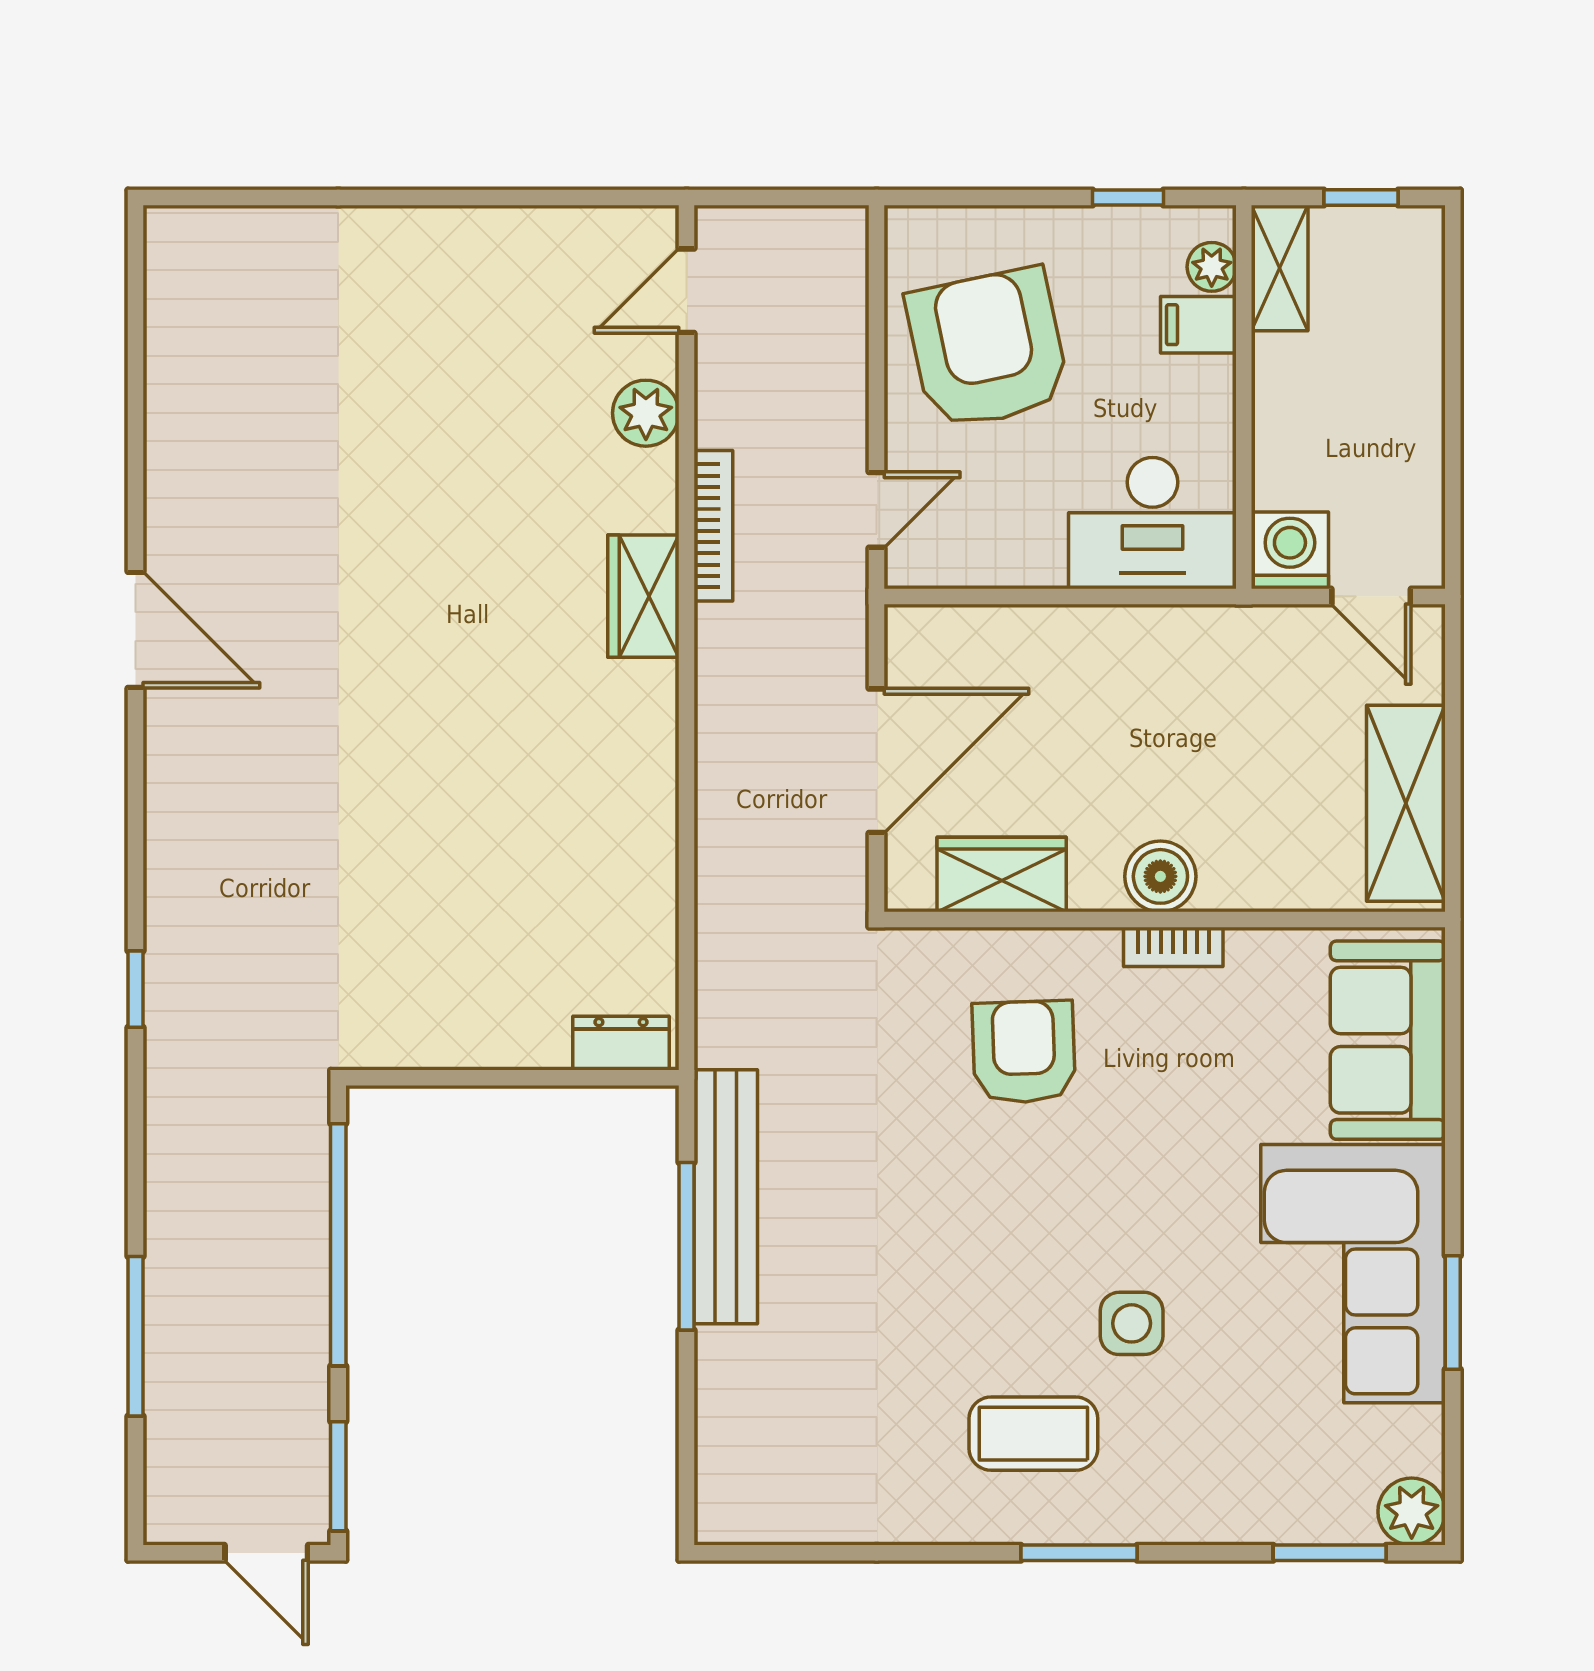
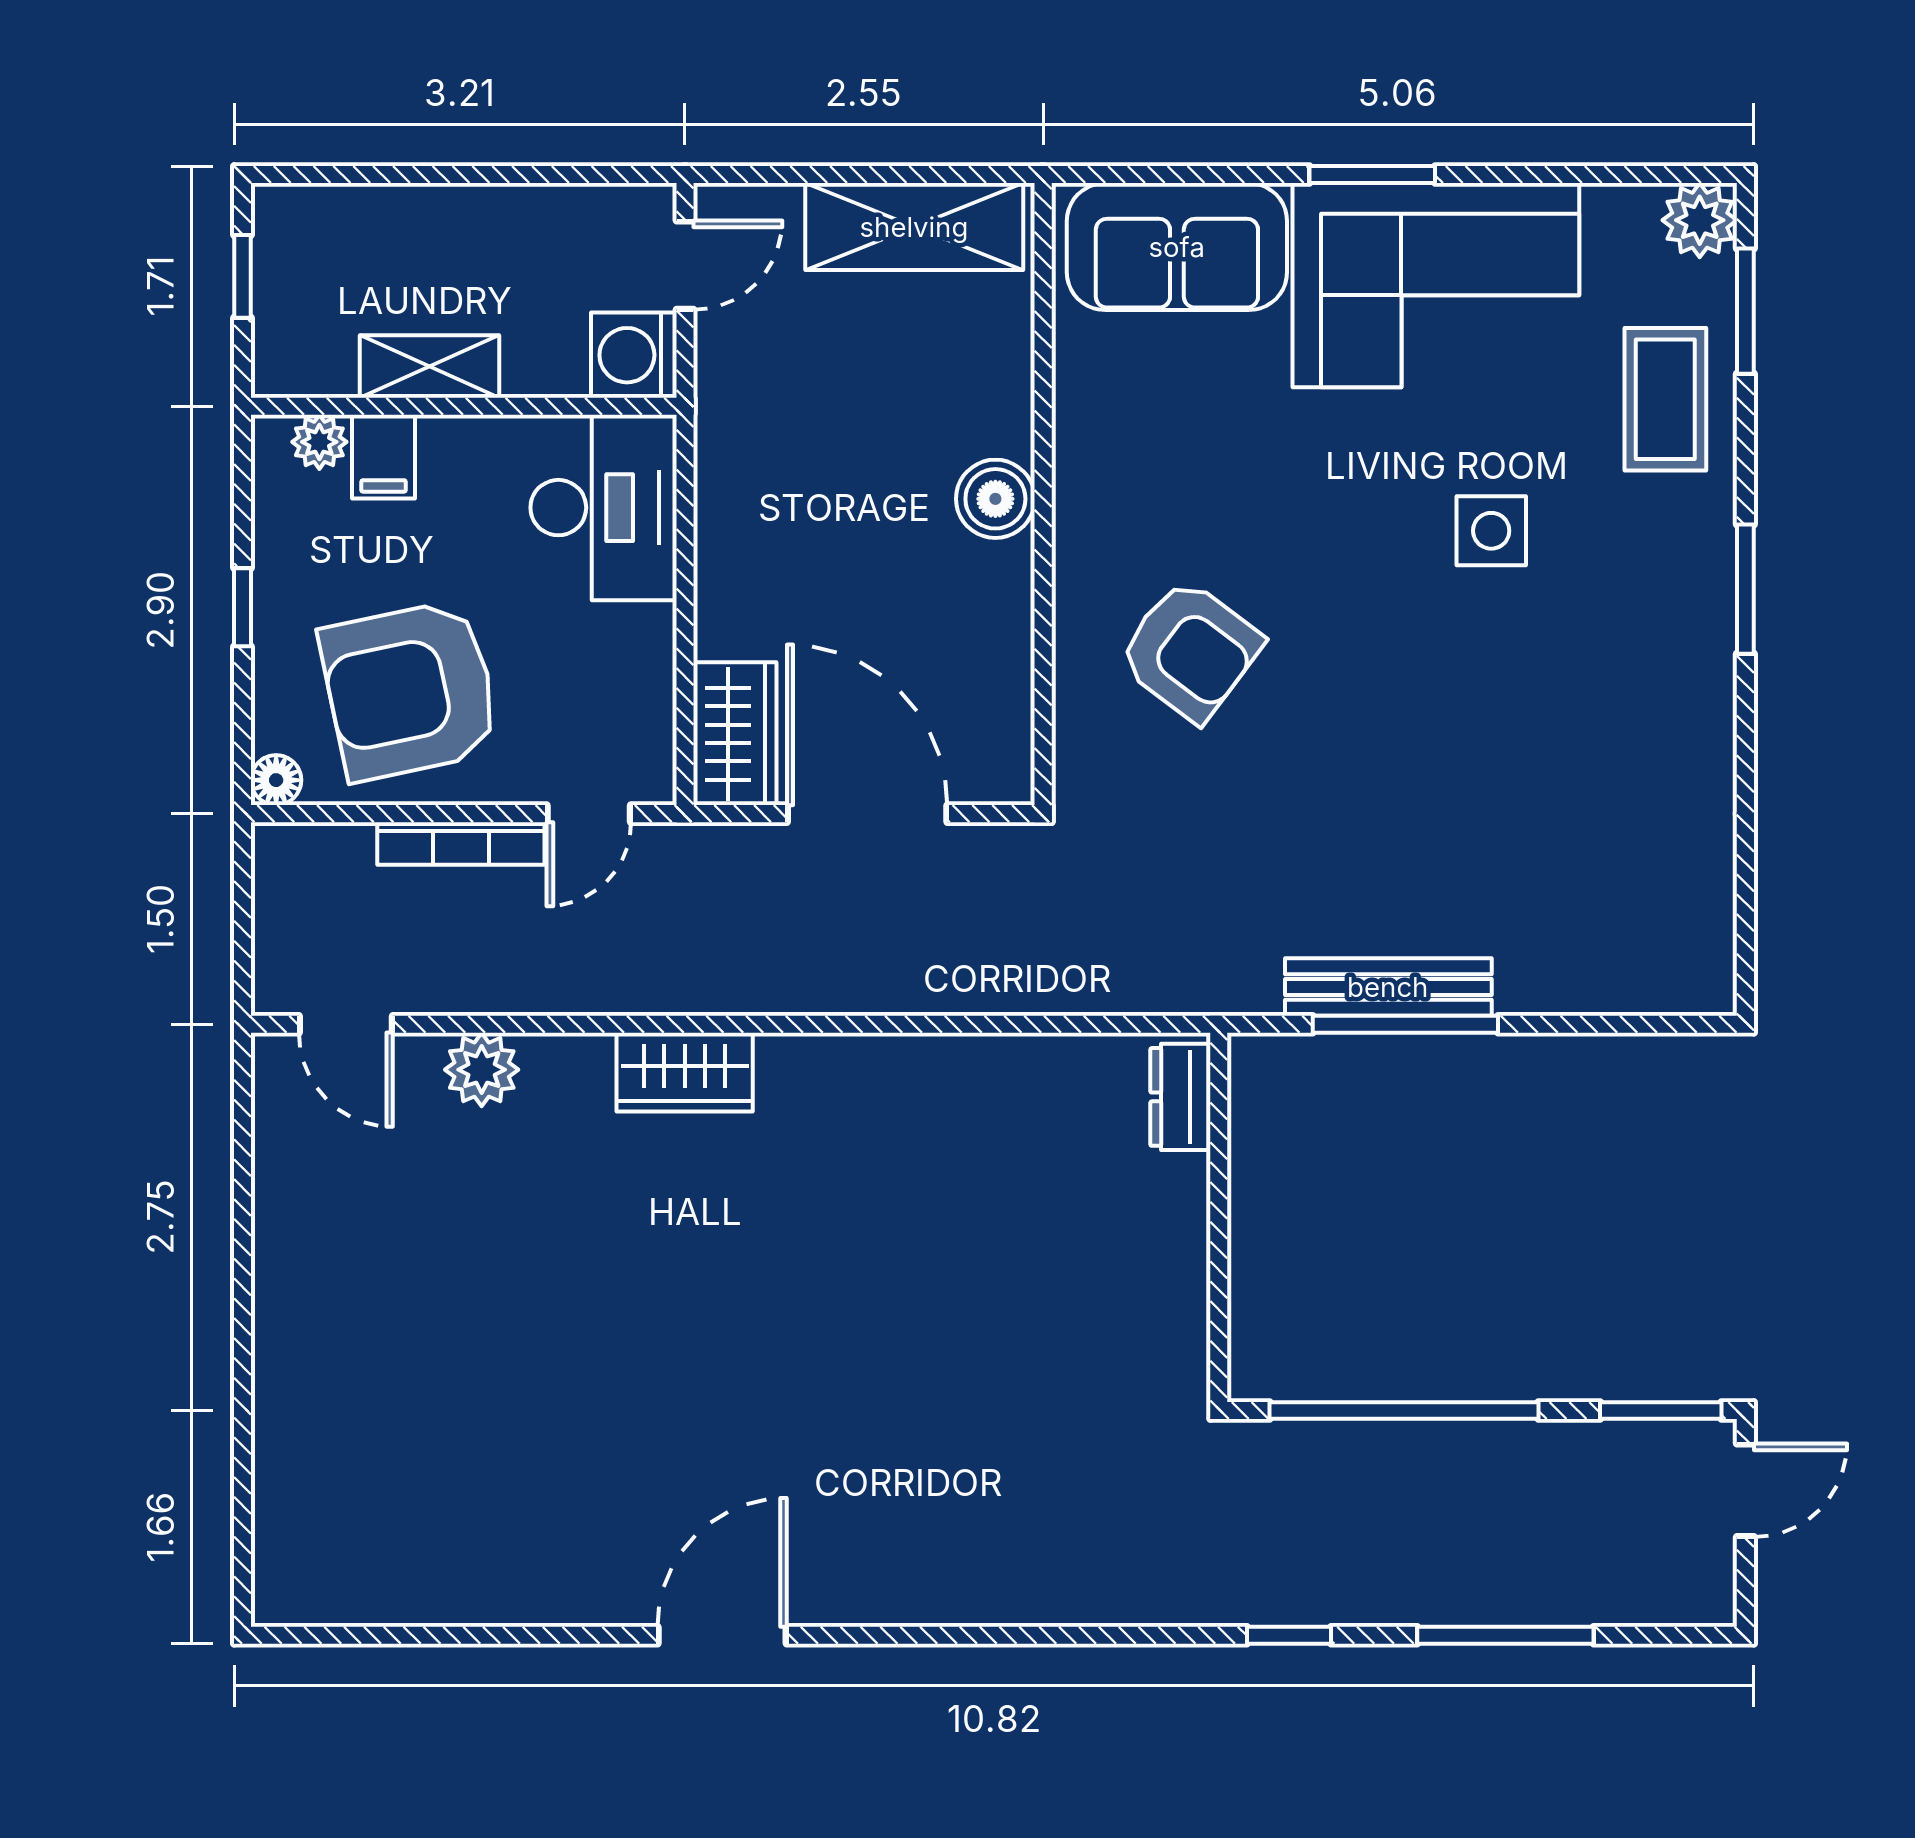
window: (1128, 198) -> (243, 607), moved
floor lamp: (907, 228) -> (276, 780), added
shelving: (1280, 268) -> (430, 367), moved
door: (877, 510) -> (589, 814), swing flipped
bookcase: (713, 526) -> (461, 843), moved, turned 180
wardrobe: (1002, 874) -> (735, 734), moved, turned 180
bookcase: (1173, 947) -> (1074, 485), removed
window: (136, 989) -> (1289, 1635), moved
armchair: (1024, 1052) -> (1190, 650), turned -141
bench: (726, 1197) -> (1388, 987), width x0.73, depth x0.82
window: (1453, 1312) -> (1372, 175), moved
coffee table: (1033, 1434) -> (1665, 399), moved

